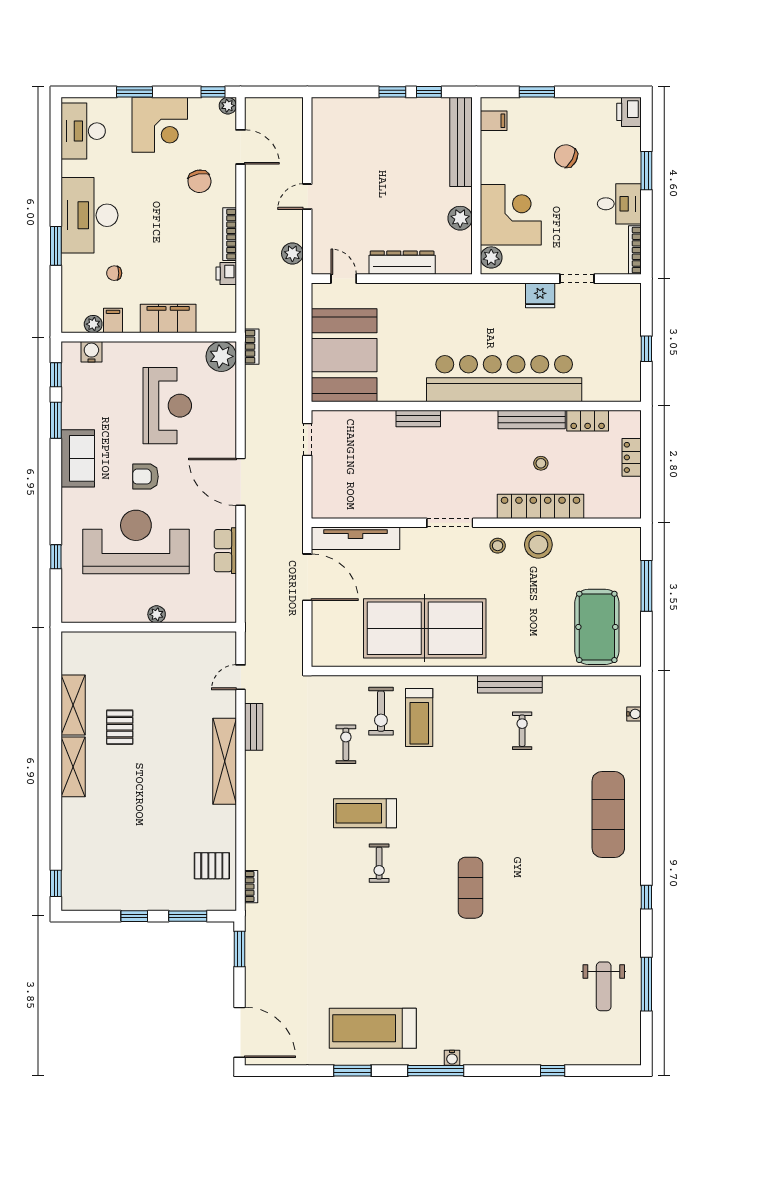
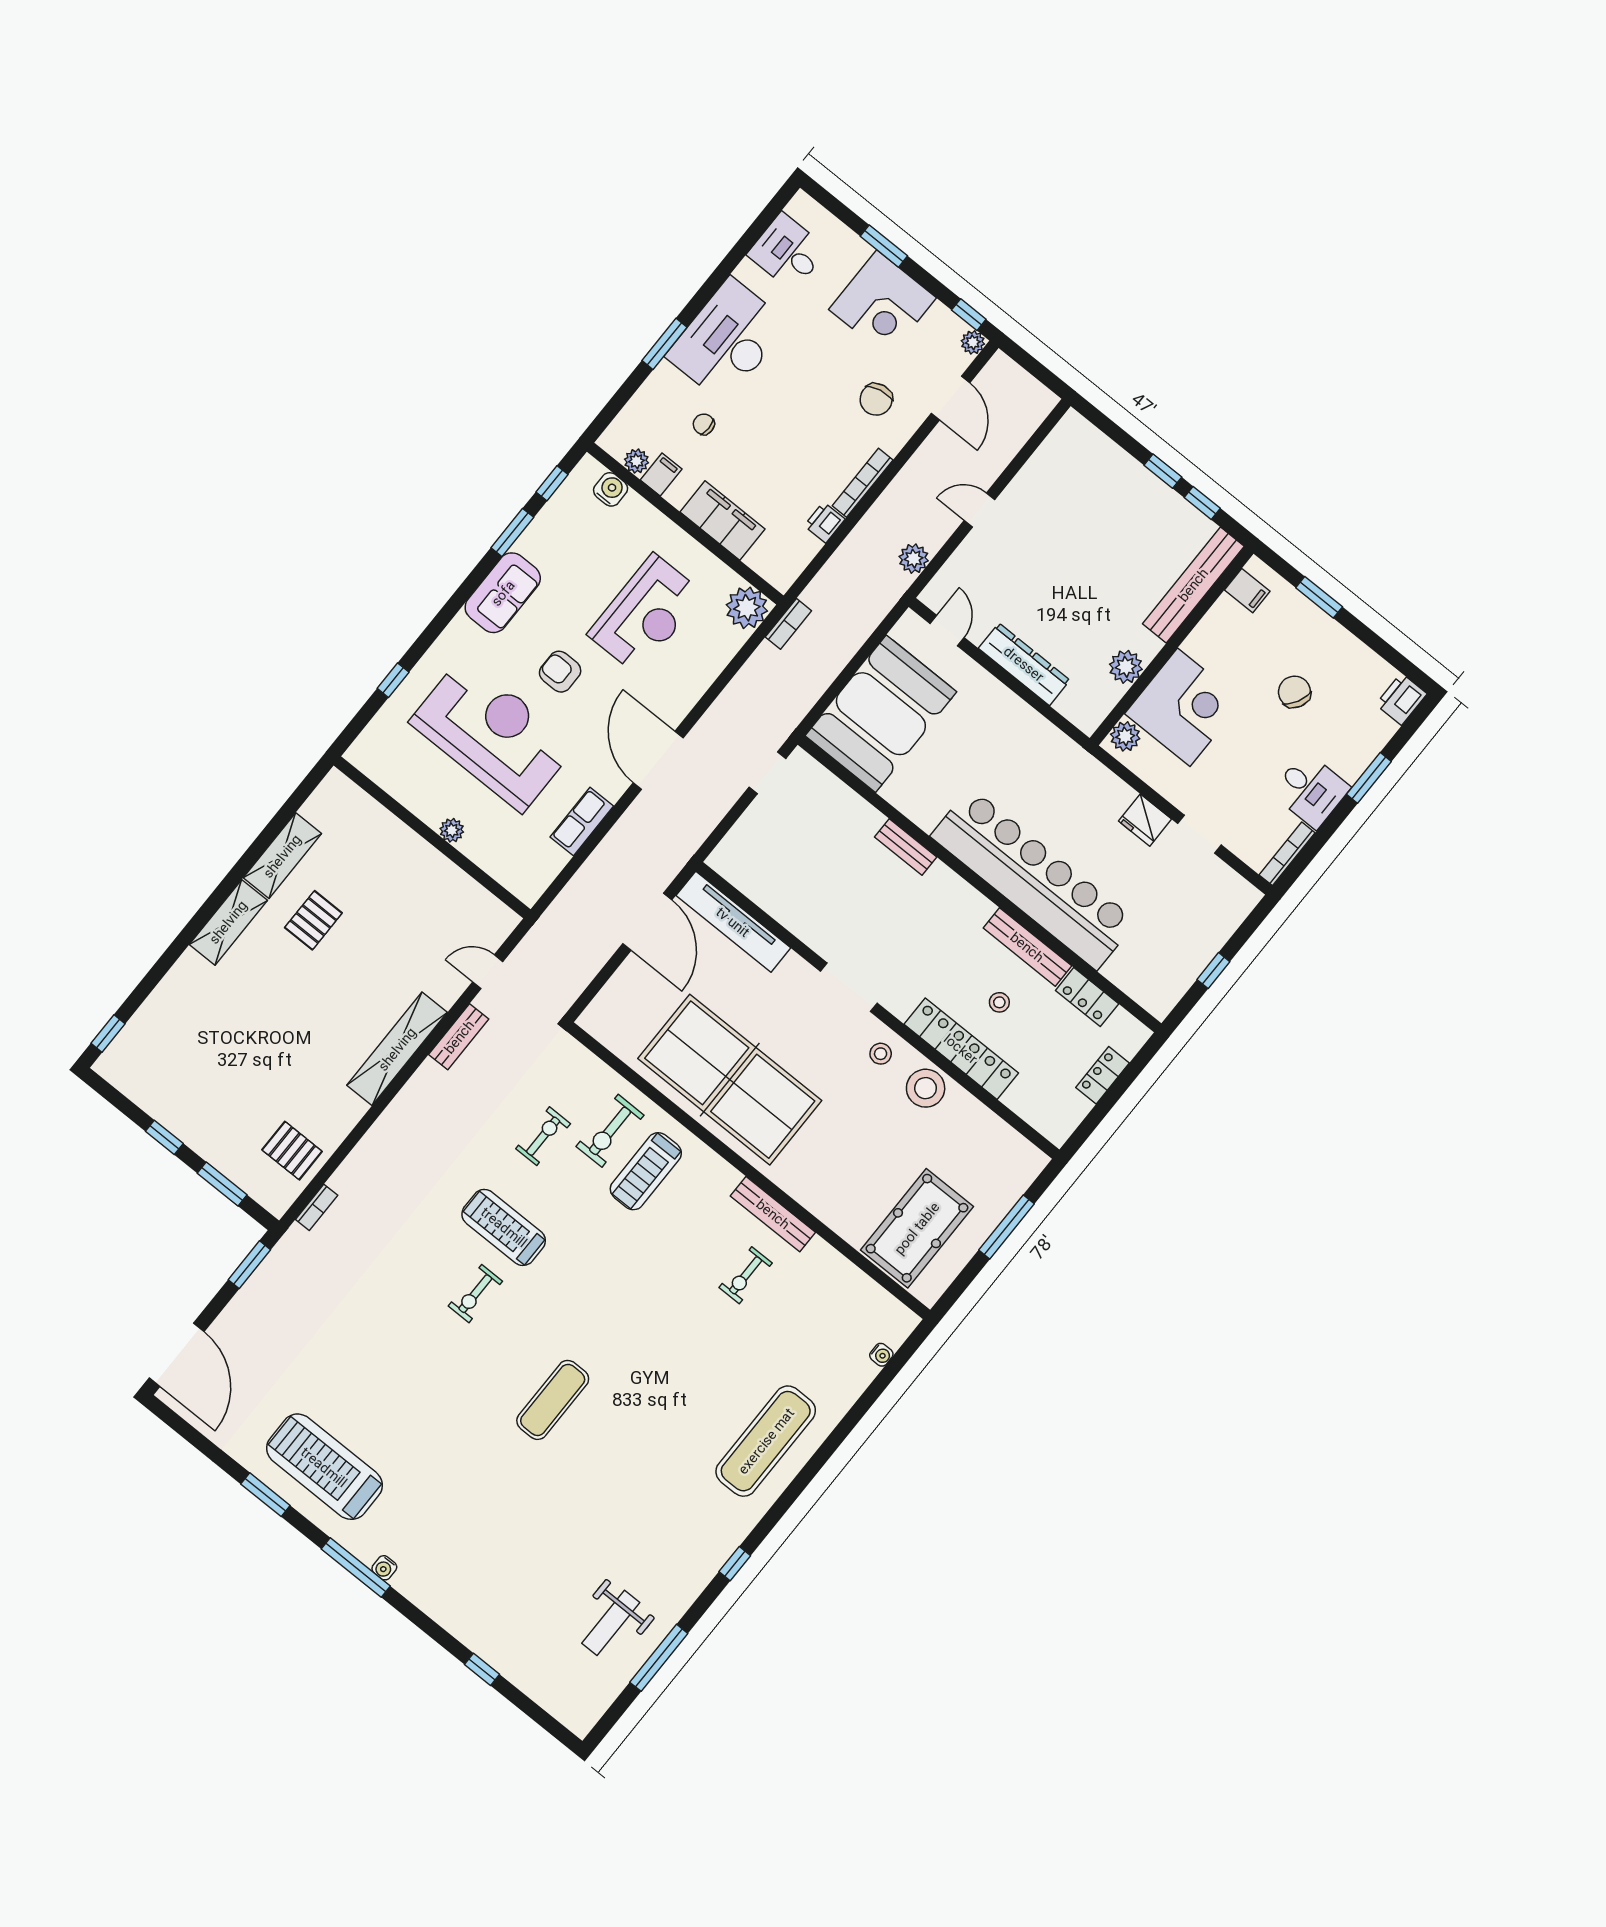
desk: (83, 131) -> (787, 252), width x0.73
exercise bike: (522, 731) -> (746, 1275), turned 180

